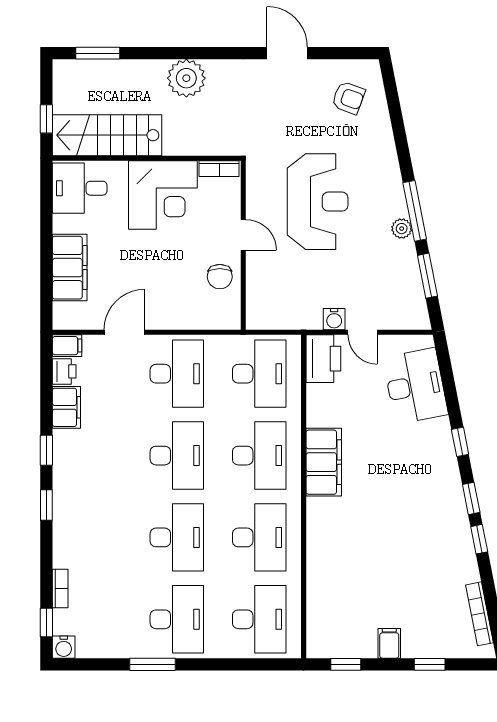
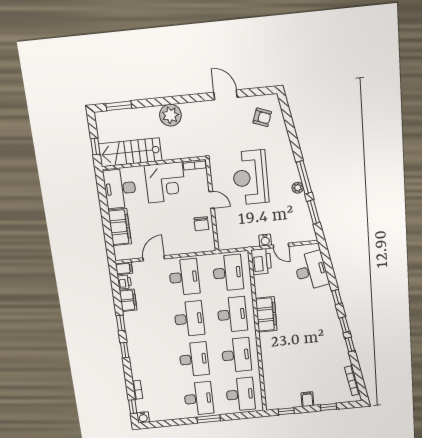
desk: (80, 188) -> (120, 189), width x1.37
reception desk: (318, 202) -> (250, 178), turned 180
window: (153, 664) -> (209, 419), moved

